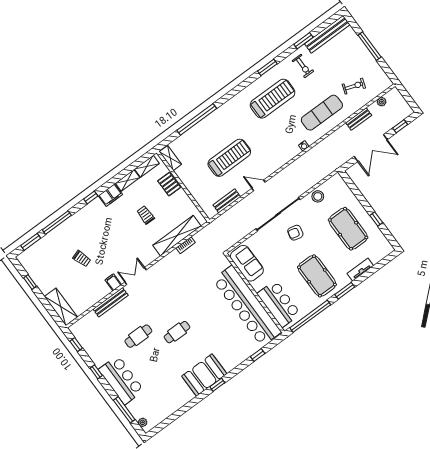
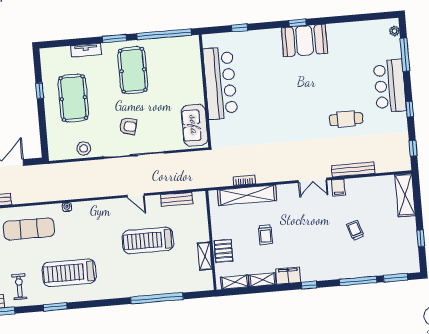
shelving: (170, 158) -> (205, 256), moved
bar counter: (279, 304) -> (187, 66), removed
bar counter: (247, 306) -> (220, 83), width x0.73
cafe table: (177, 332) -> (306, 100), removed

